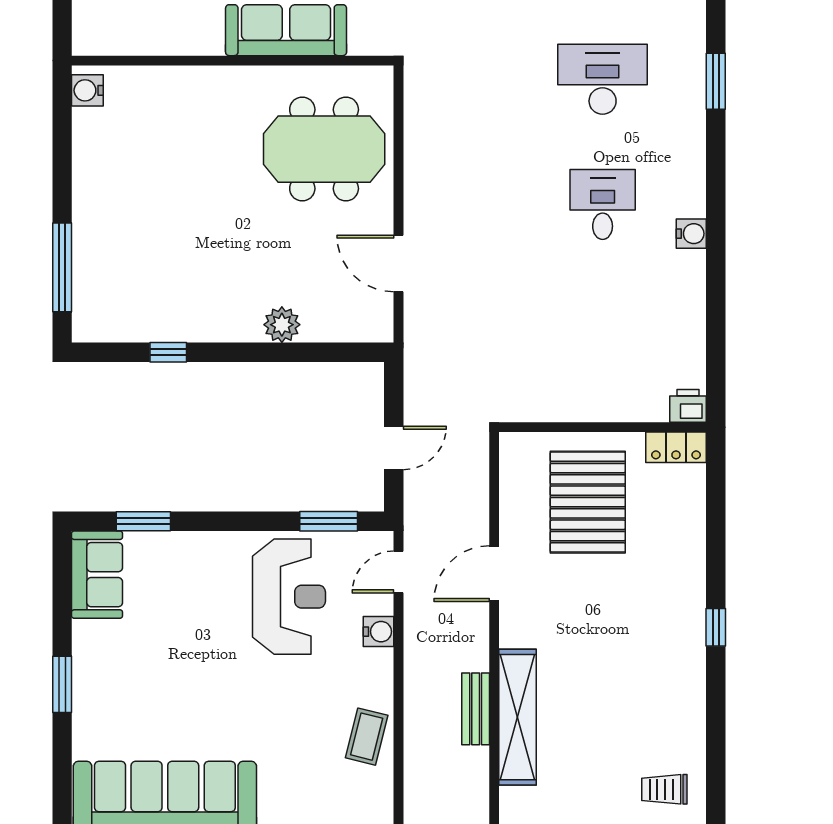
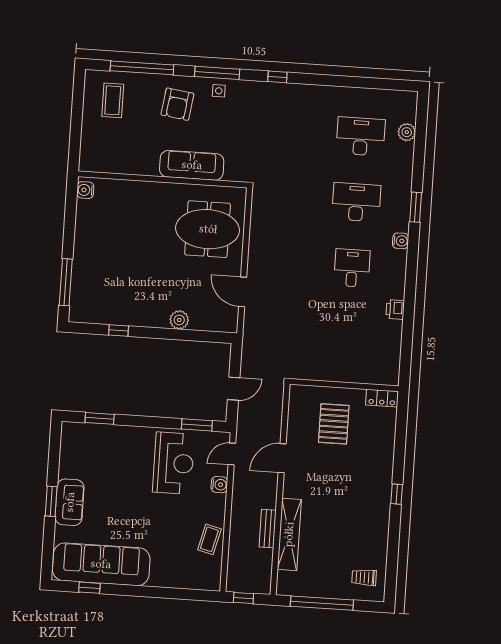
water cooler: (691, 234) -> (401, 241), moved
printer: (688, 406) -> (395, 310), moved, turned -90
pallet: (588, 502) -> (334, 424), width x0.73, depth x0.71
sofa: (97, 575) -> (70, 502), moved

